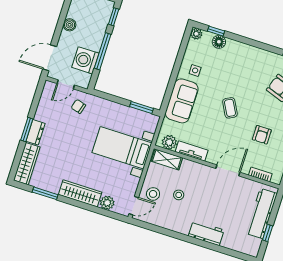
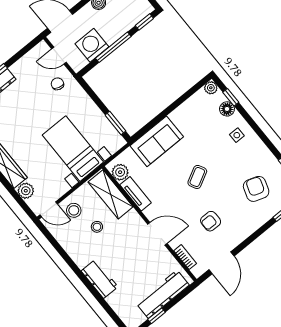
side table: (195, 70) -> (237, 135), moved
shelving: (167, 159) -> (111, 194), width x1.50, depth x1.33

